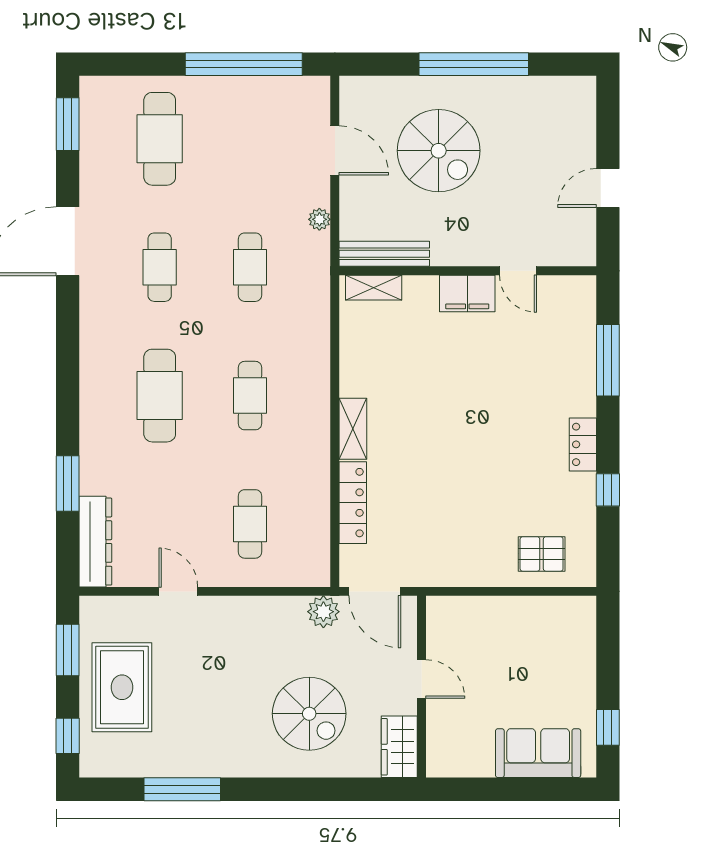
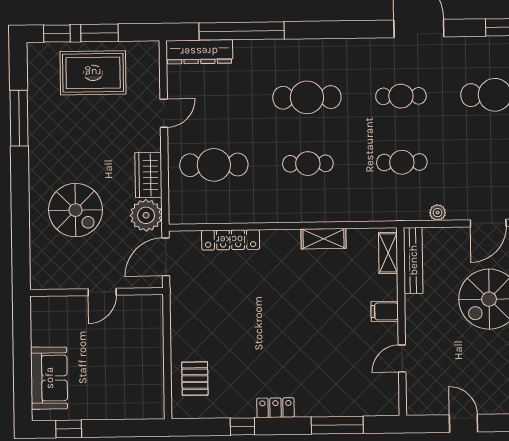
filing cabinet: (467, 293) -> (385, 311), width x0.50
shelving: (353, 429) -> (323, 239), moved
window: (68, 483) -> (242, 31), width x2.11
cafe table: (250, 524) -> (214, 165), width x1.37, depth x1.35
plant: (323, 612) -> (146, 215), width x1.36, depth x1.36
window: (68, 650) -> (99, 33), moved
spiral stairs: (309, 714) -> (76, 210), turned -90
wardrobe: (399, 747) -> (148, 175), moved, turned -90

